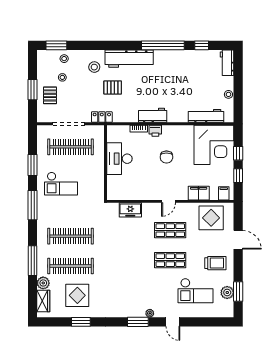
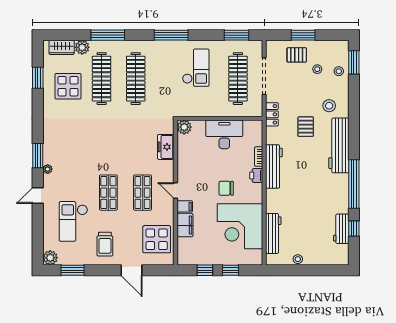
workbench: (227, 63) -> (341, 229), moved, turned -90
workbench: (153, 115) -> (274, 166), width x1.38
corner desk: (214, 145) -> (240, 226), moved
window: (33, 165) -> (236, 35), moved
checkout: (61, 184) -> (196, 68), turned 180
filing cabinet: (224, 193) -> (185, 206), moved
plant: (113, 194) -> (184, 127), added
door: (238, 240) -> (132, 270), hinge flipped
plant: (227, 292) -> (50, 258), moved
window: (81, 322) -> (38, 78), moved

